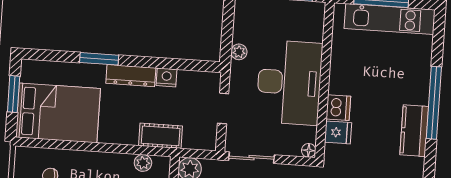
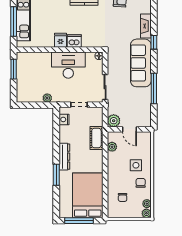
nightstand: (167, 77) -> (64, 119), moved
desk: (289, 82) -> (68, 65), width x0.73, depth x0.77
window: (14, 94) -> (79, 221), width x1.44
fridge: (338, 132) -> (61, 40), moved

